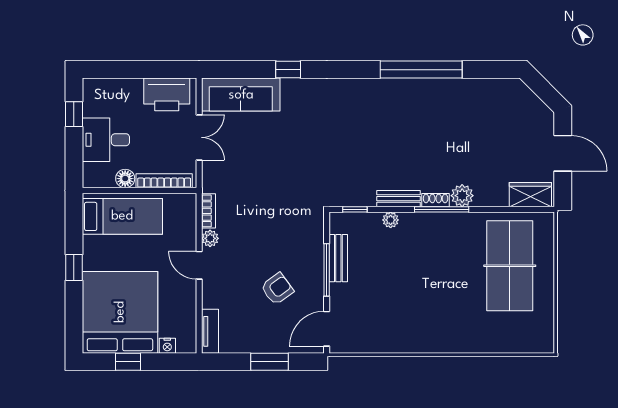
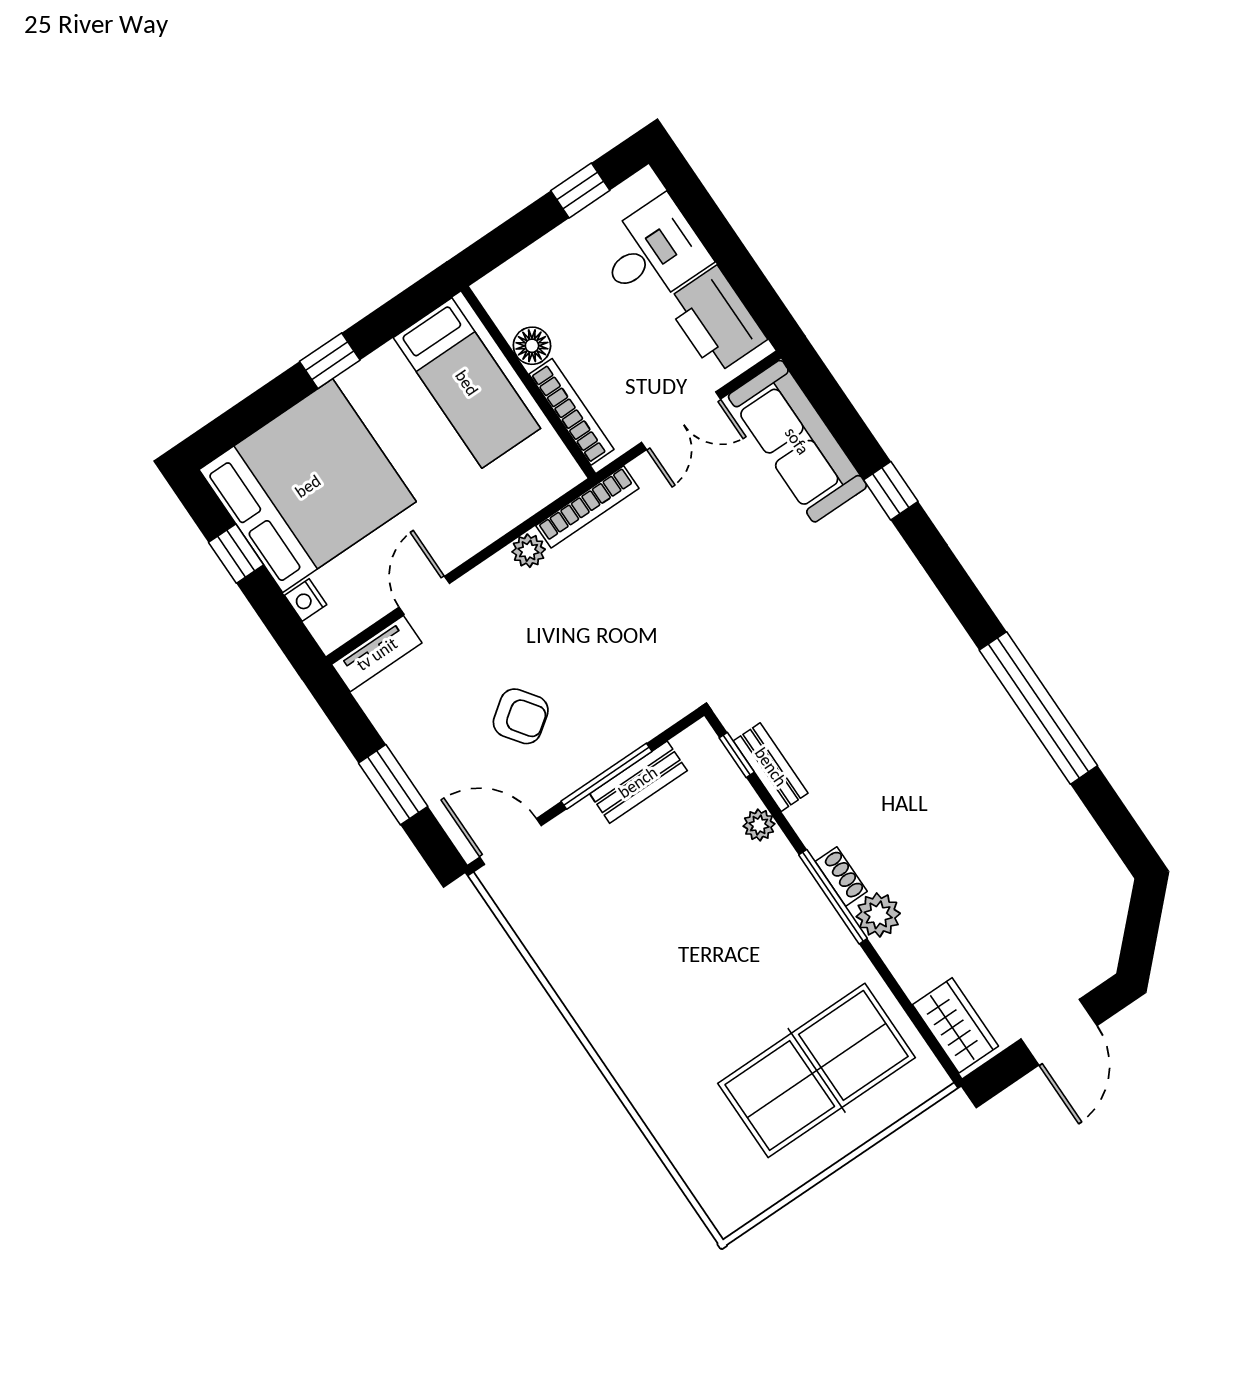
desk: (106, 140) -> (653, 252), moved, turned 90
bench: (399, 199) -> (771, 767), moved
bookcase: (208, 211) -> (587, 507), width x1.56
door: (199, 265) -> (424, 595), moved

